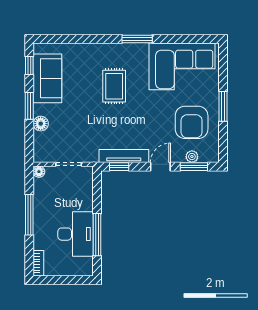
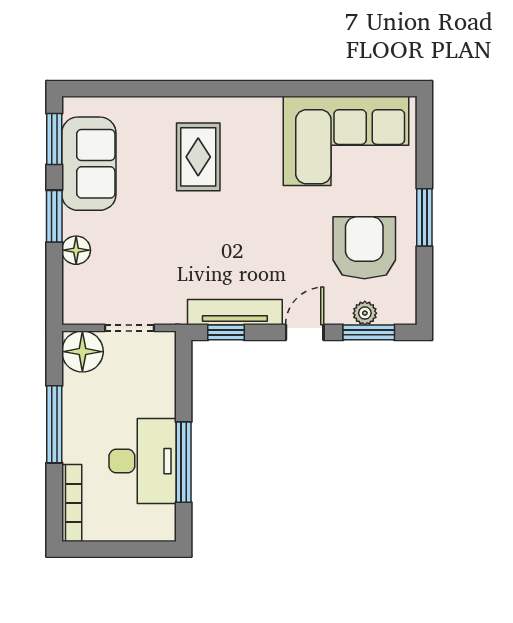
window: (137, 39) -> (260, 89), removed
window: (29, 65) -> (54, 139), width x1.50
rug: (114, 86) -> (198, 157), moved
armchair: (192, 122) -> (364, 248), turned 180
floor lamp: (39, 172) -> (82, 352), width x1.89, depth x1.89
bookcase: (38, 263) -> (72, 503), width x1.56

